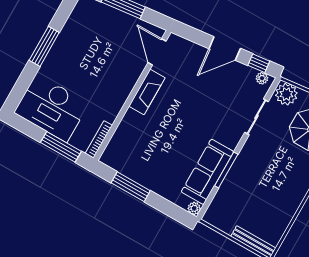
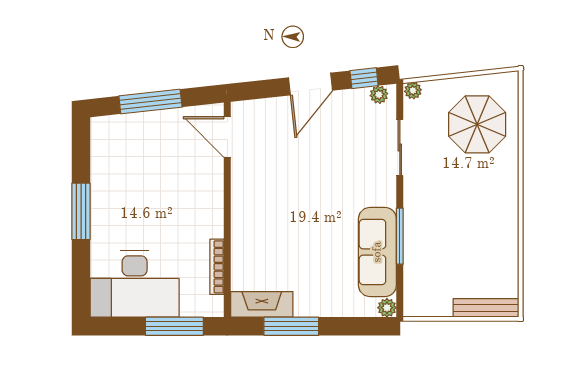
fireplace: (147, 92) -> (262, 304), moved, turned -90
plant: (286, 94) -> (413, 90), width x0.53, depth x0.53
bookcase: (99, 139) -> (217, 267), moved

